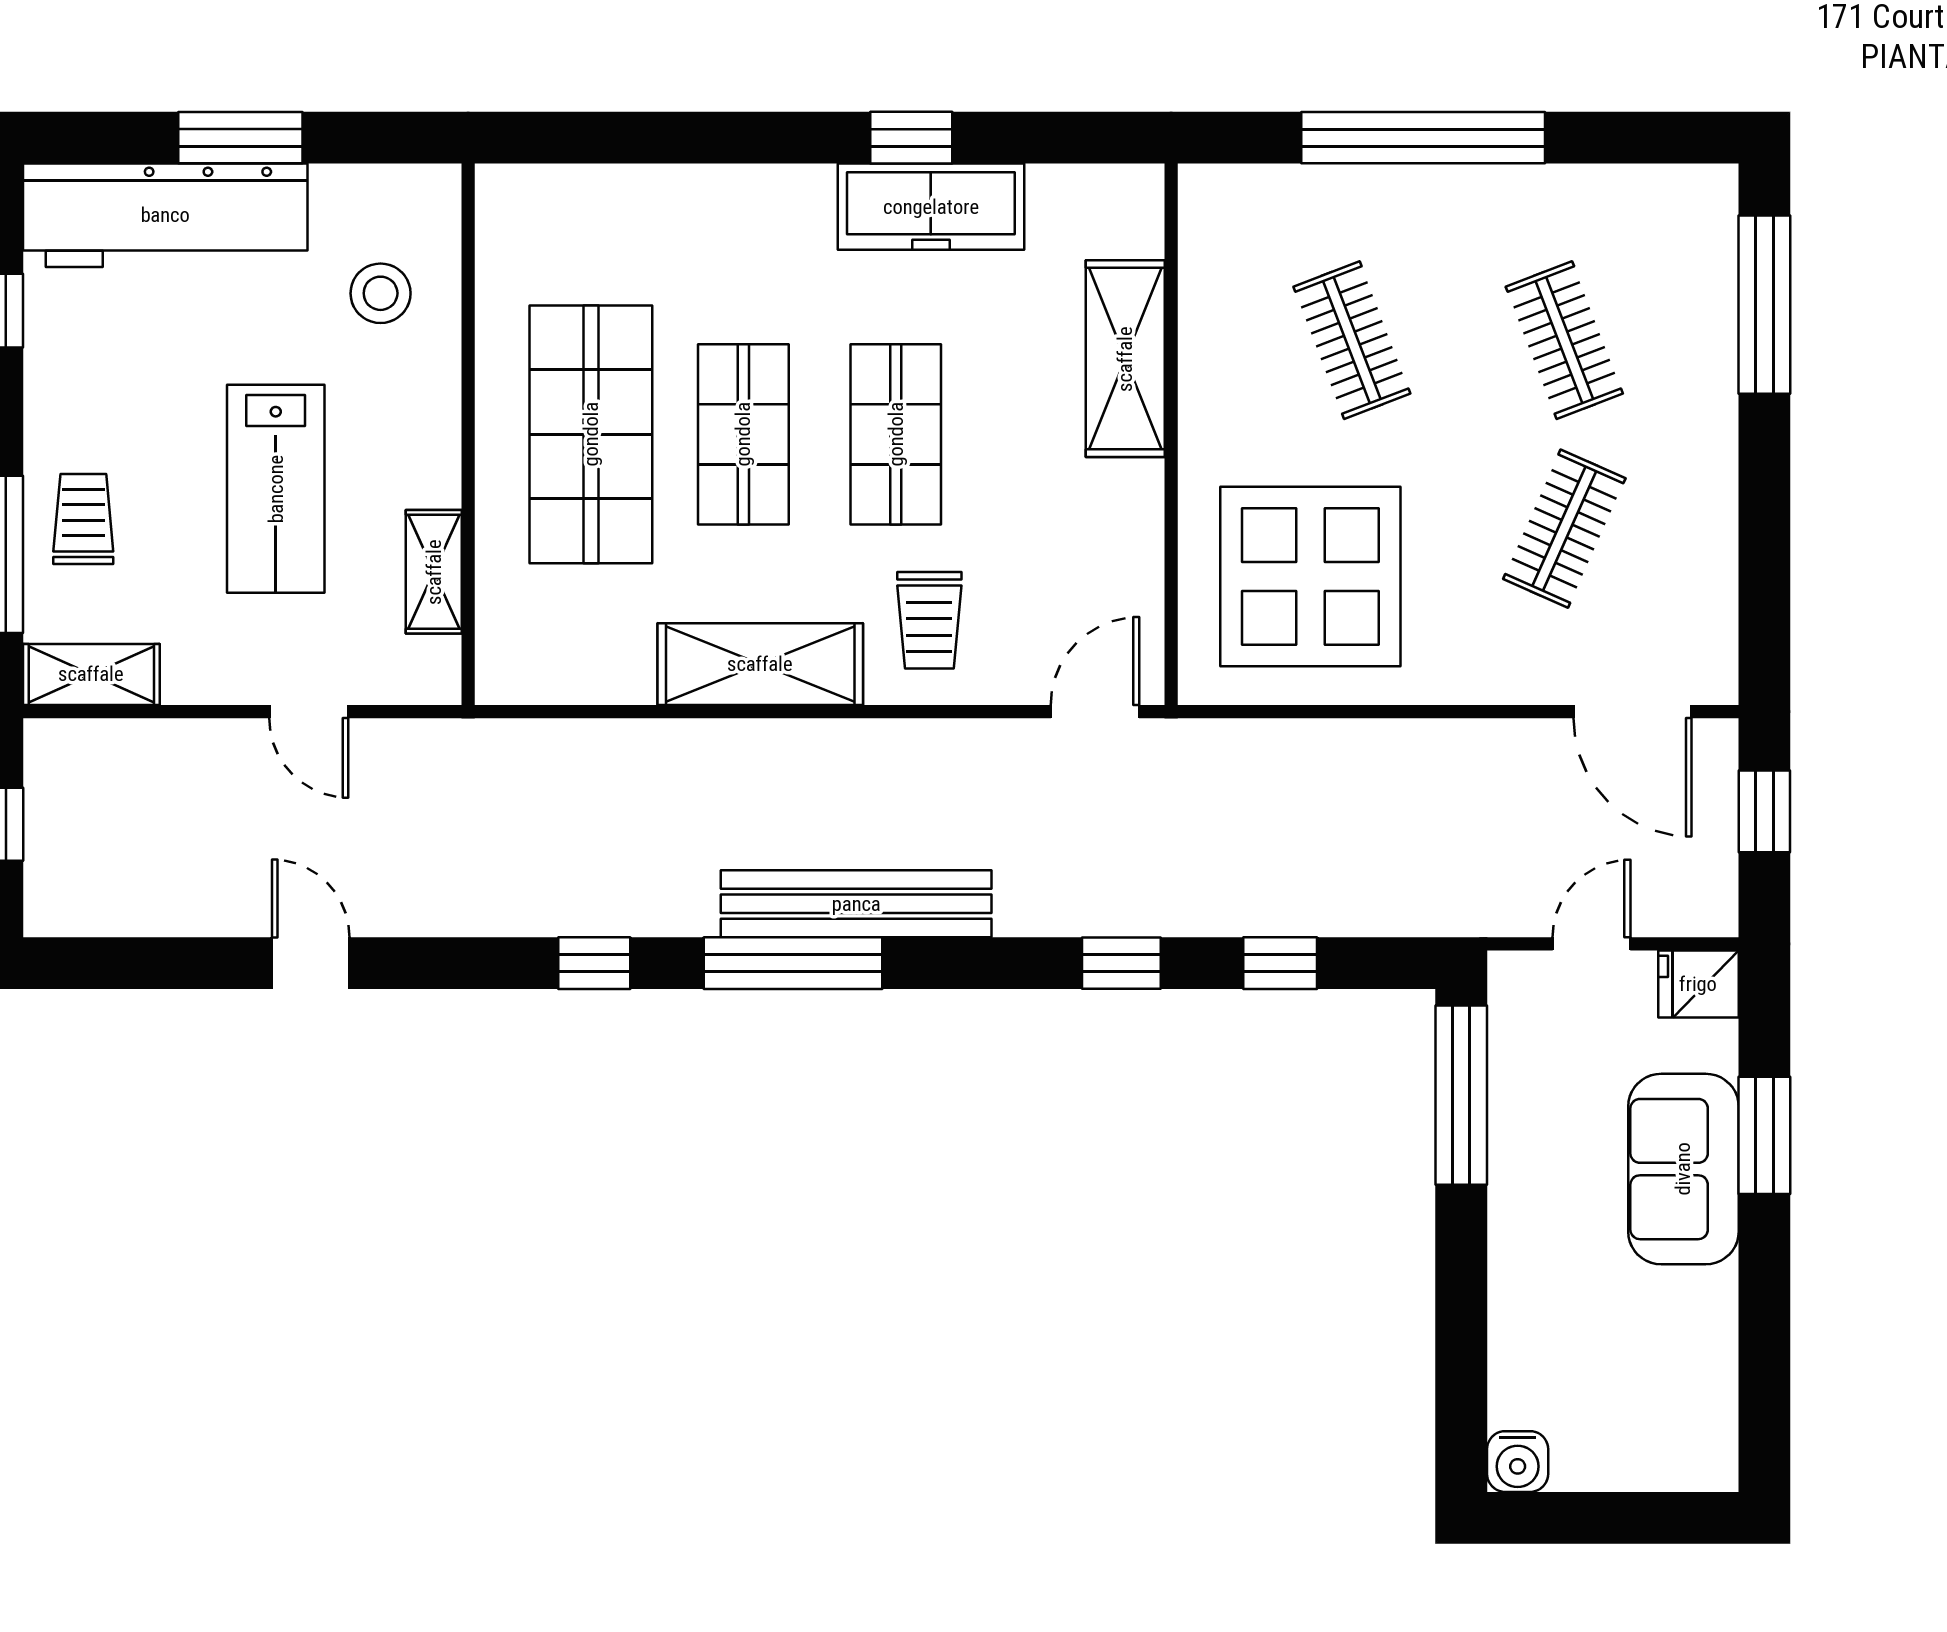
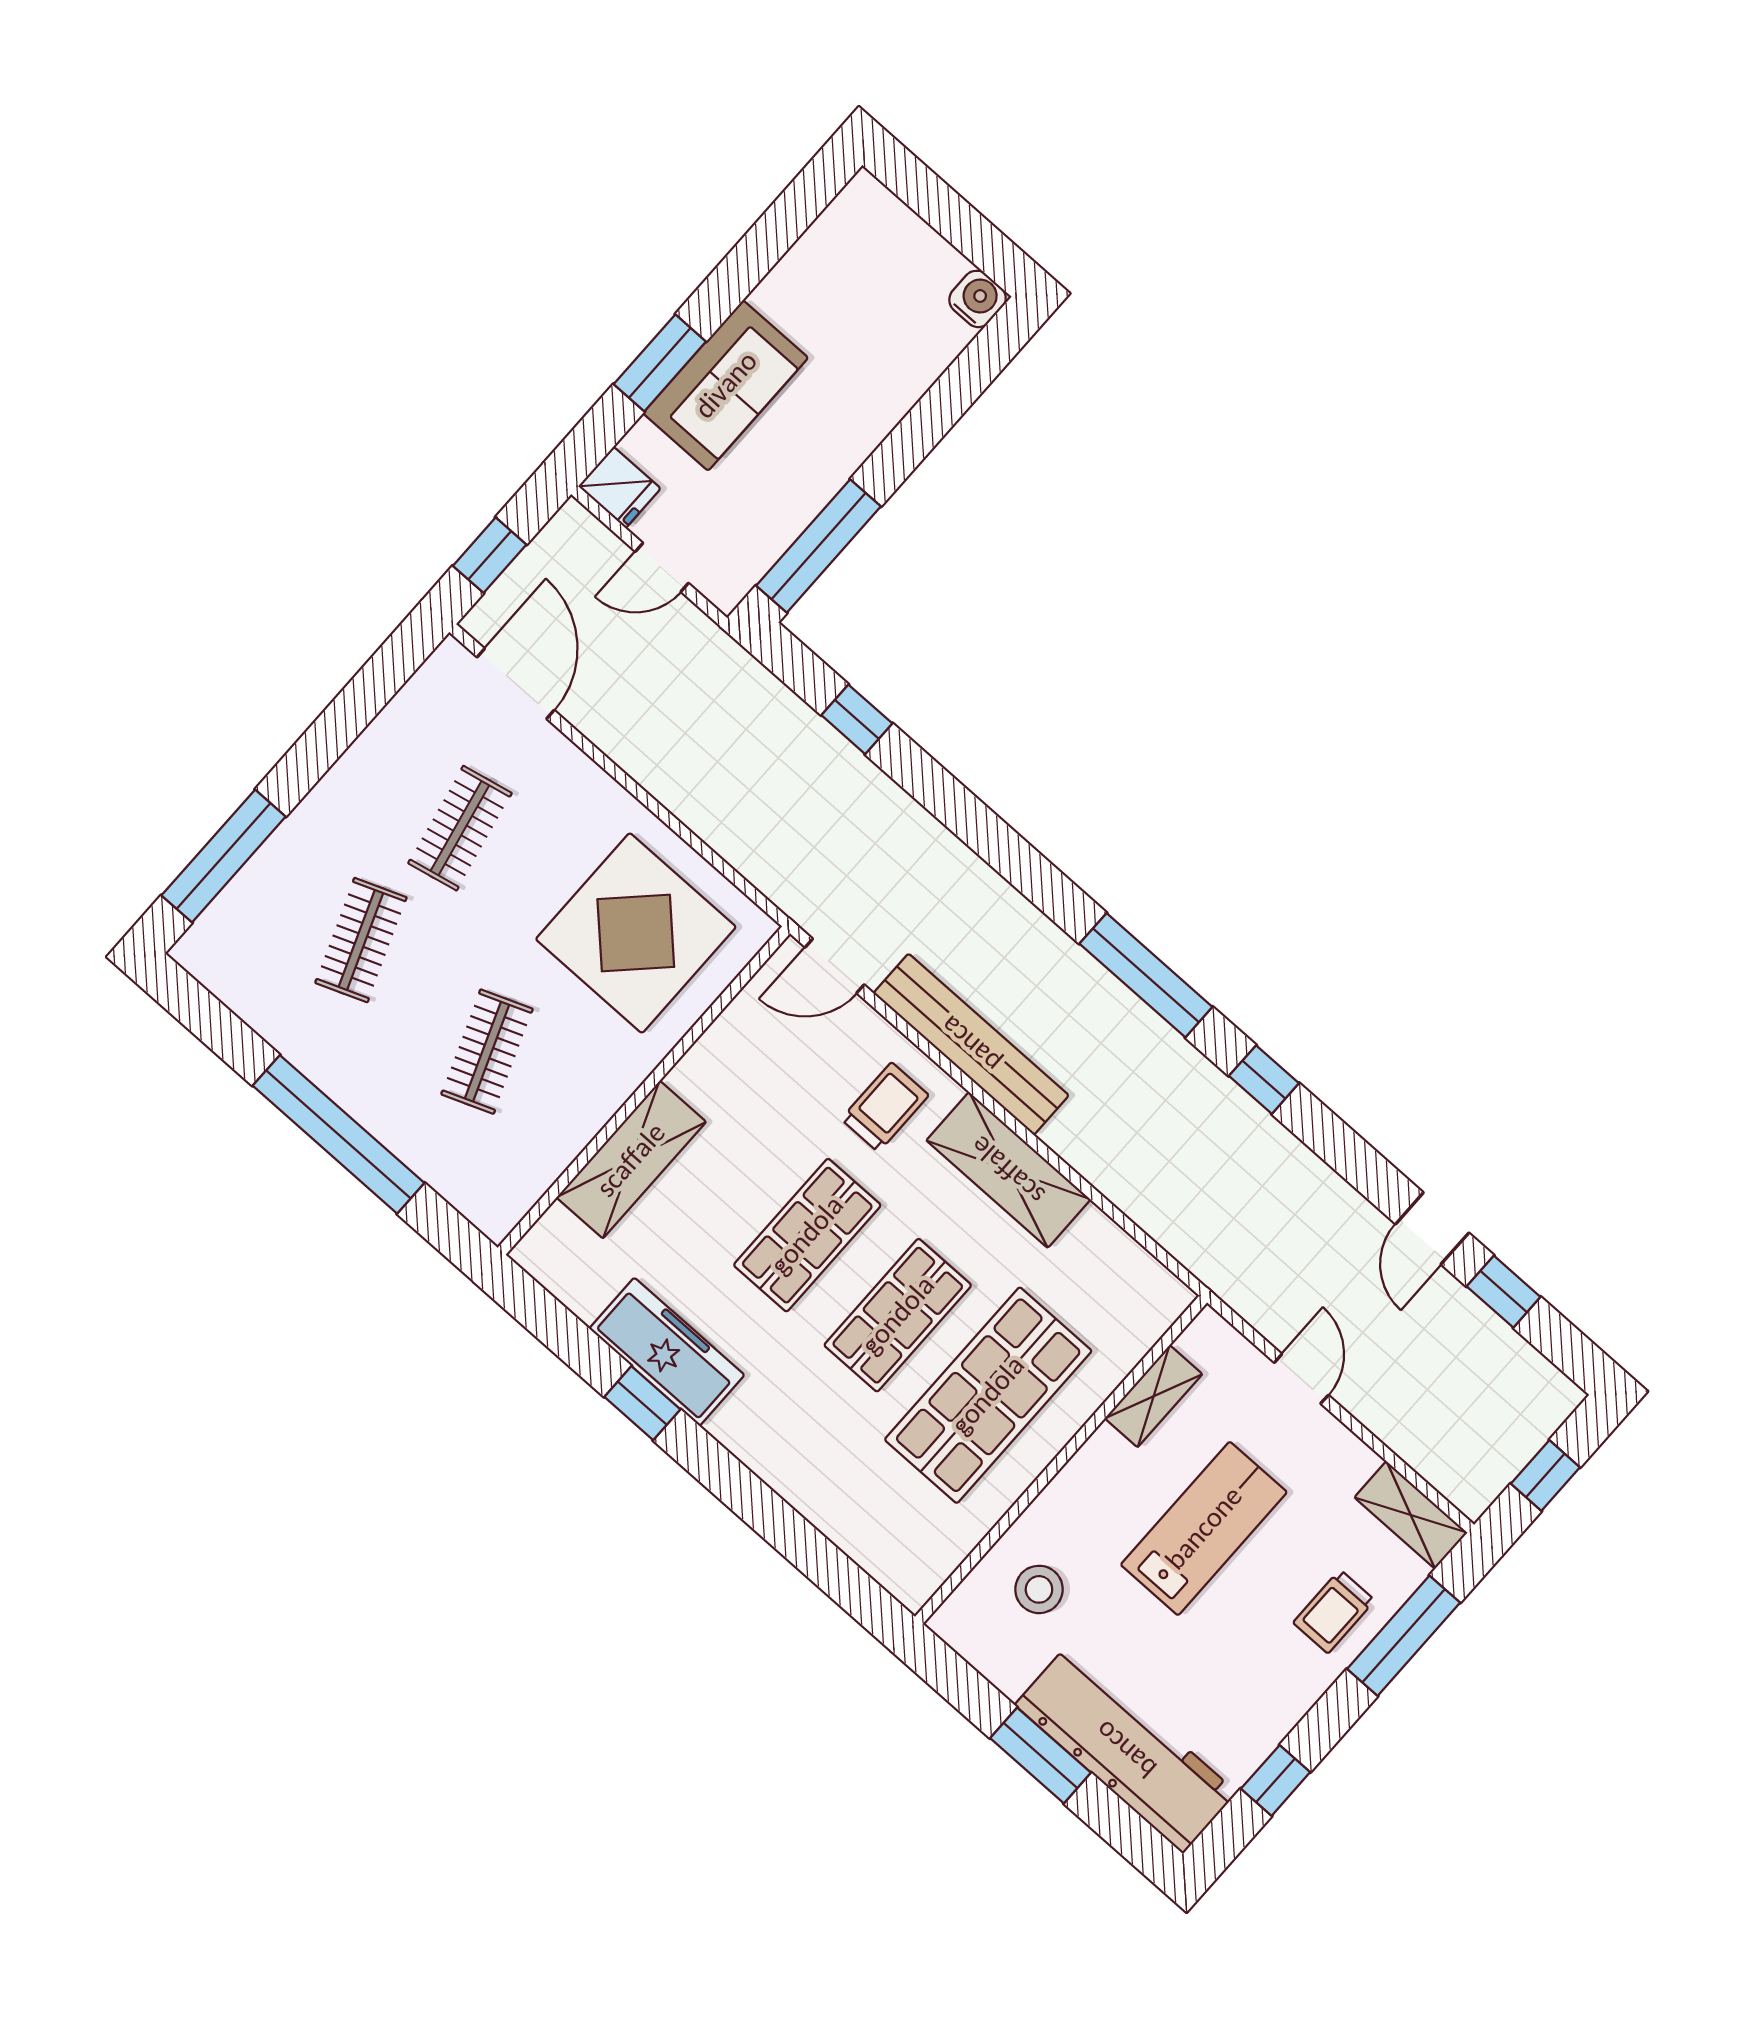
clothes rail: (1564, 529) -> (460, 828), turned -36
bench: (856, 904) -> (971, 1044), moved
window: (1121, 963) -> (1504, 1292), moved

